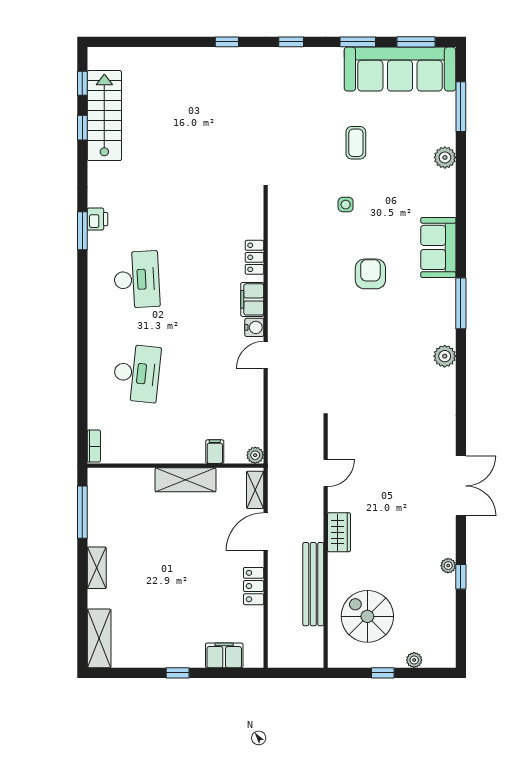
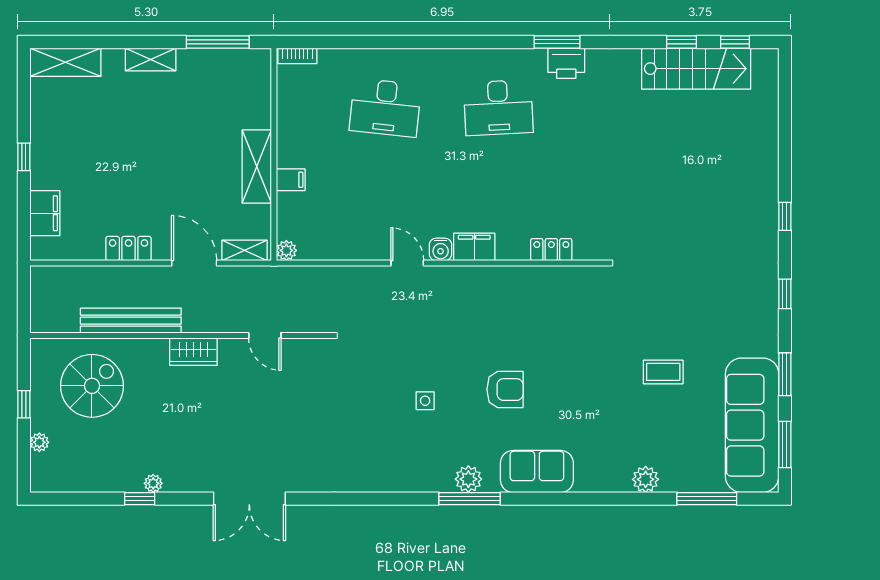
side table: (346, 205) -> (425, 401), moved
printer: (97, 219) -> (566, 63), width x1.36, depth x1.24
locker: (254, 257) -> (551, 250), moved
plant: (445, 356) -> (468, 479), moved
filing cabinet: (215, 452) -> (291, 180), moved

